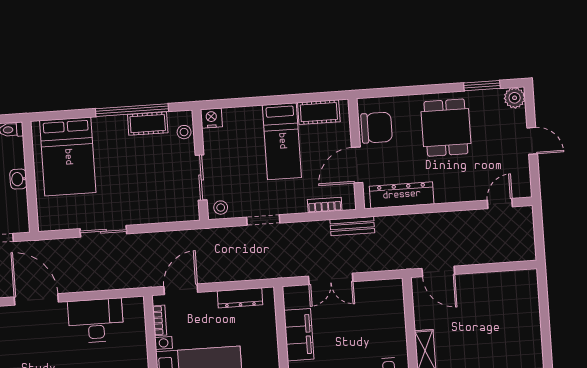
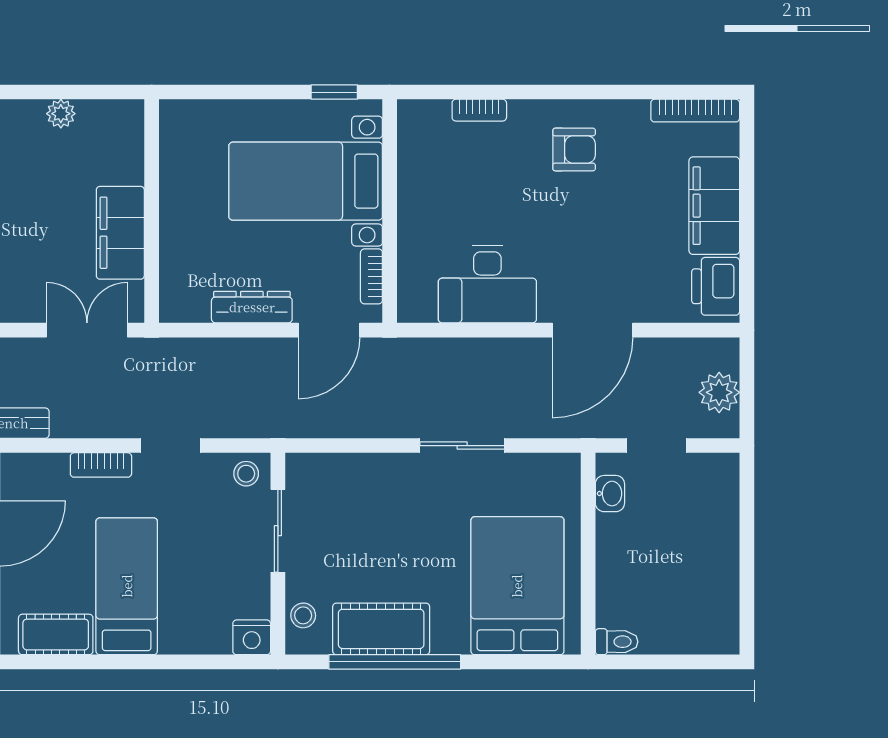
cot: (148, 124) -> (381, 629), width x1.37, depth x1.34
washbasin: (18, 179) -> (610, 494), moved
bookcase: (325, 205) -> (101, 465), moved
double door: (331, 279) -> (87, 330), moved
dresser: (240, 298) -> (252, 307), moved
door: (36, 299) -> (593, 330), hinge flipped

